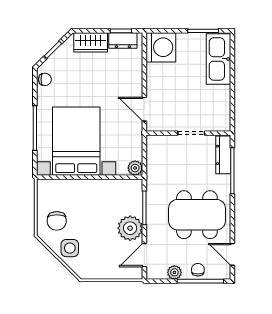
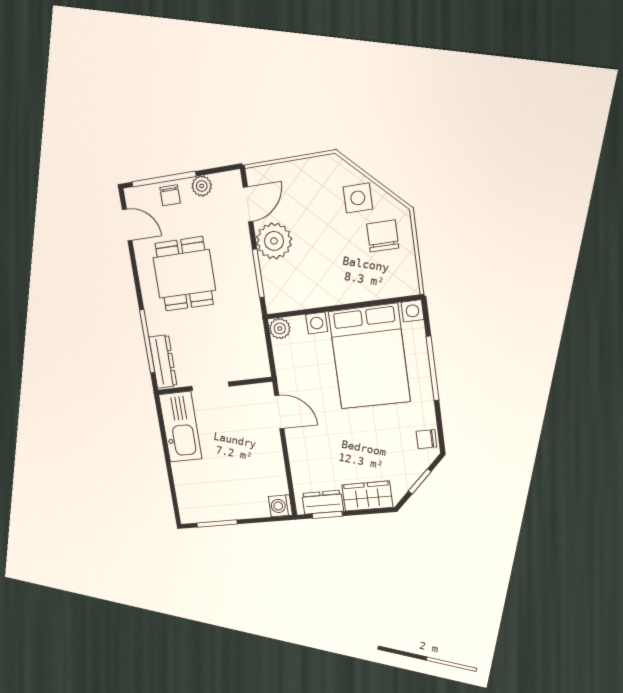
washing machine: (161, 47) -> (280, 506), width x0.53, depth x0.53
kitchen sink: (219, 59) -> (180, 427), moved
dining table: (197, 215) -> (184, 274), width x0.73

